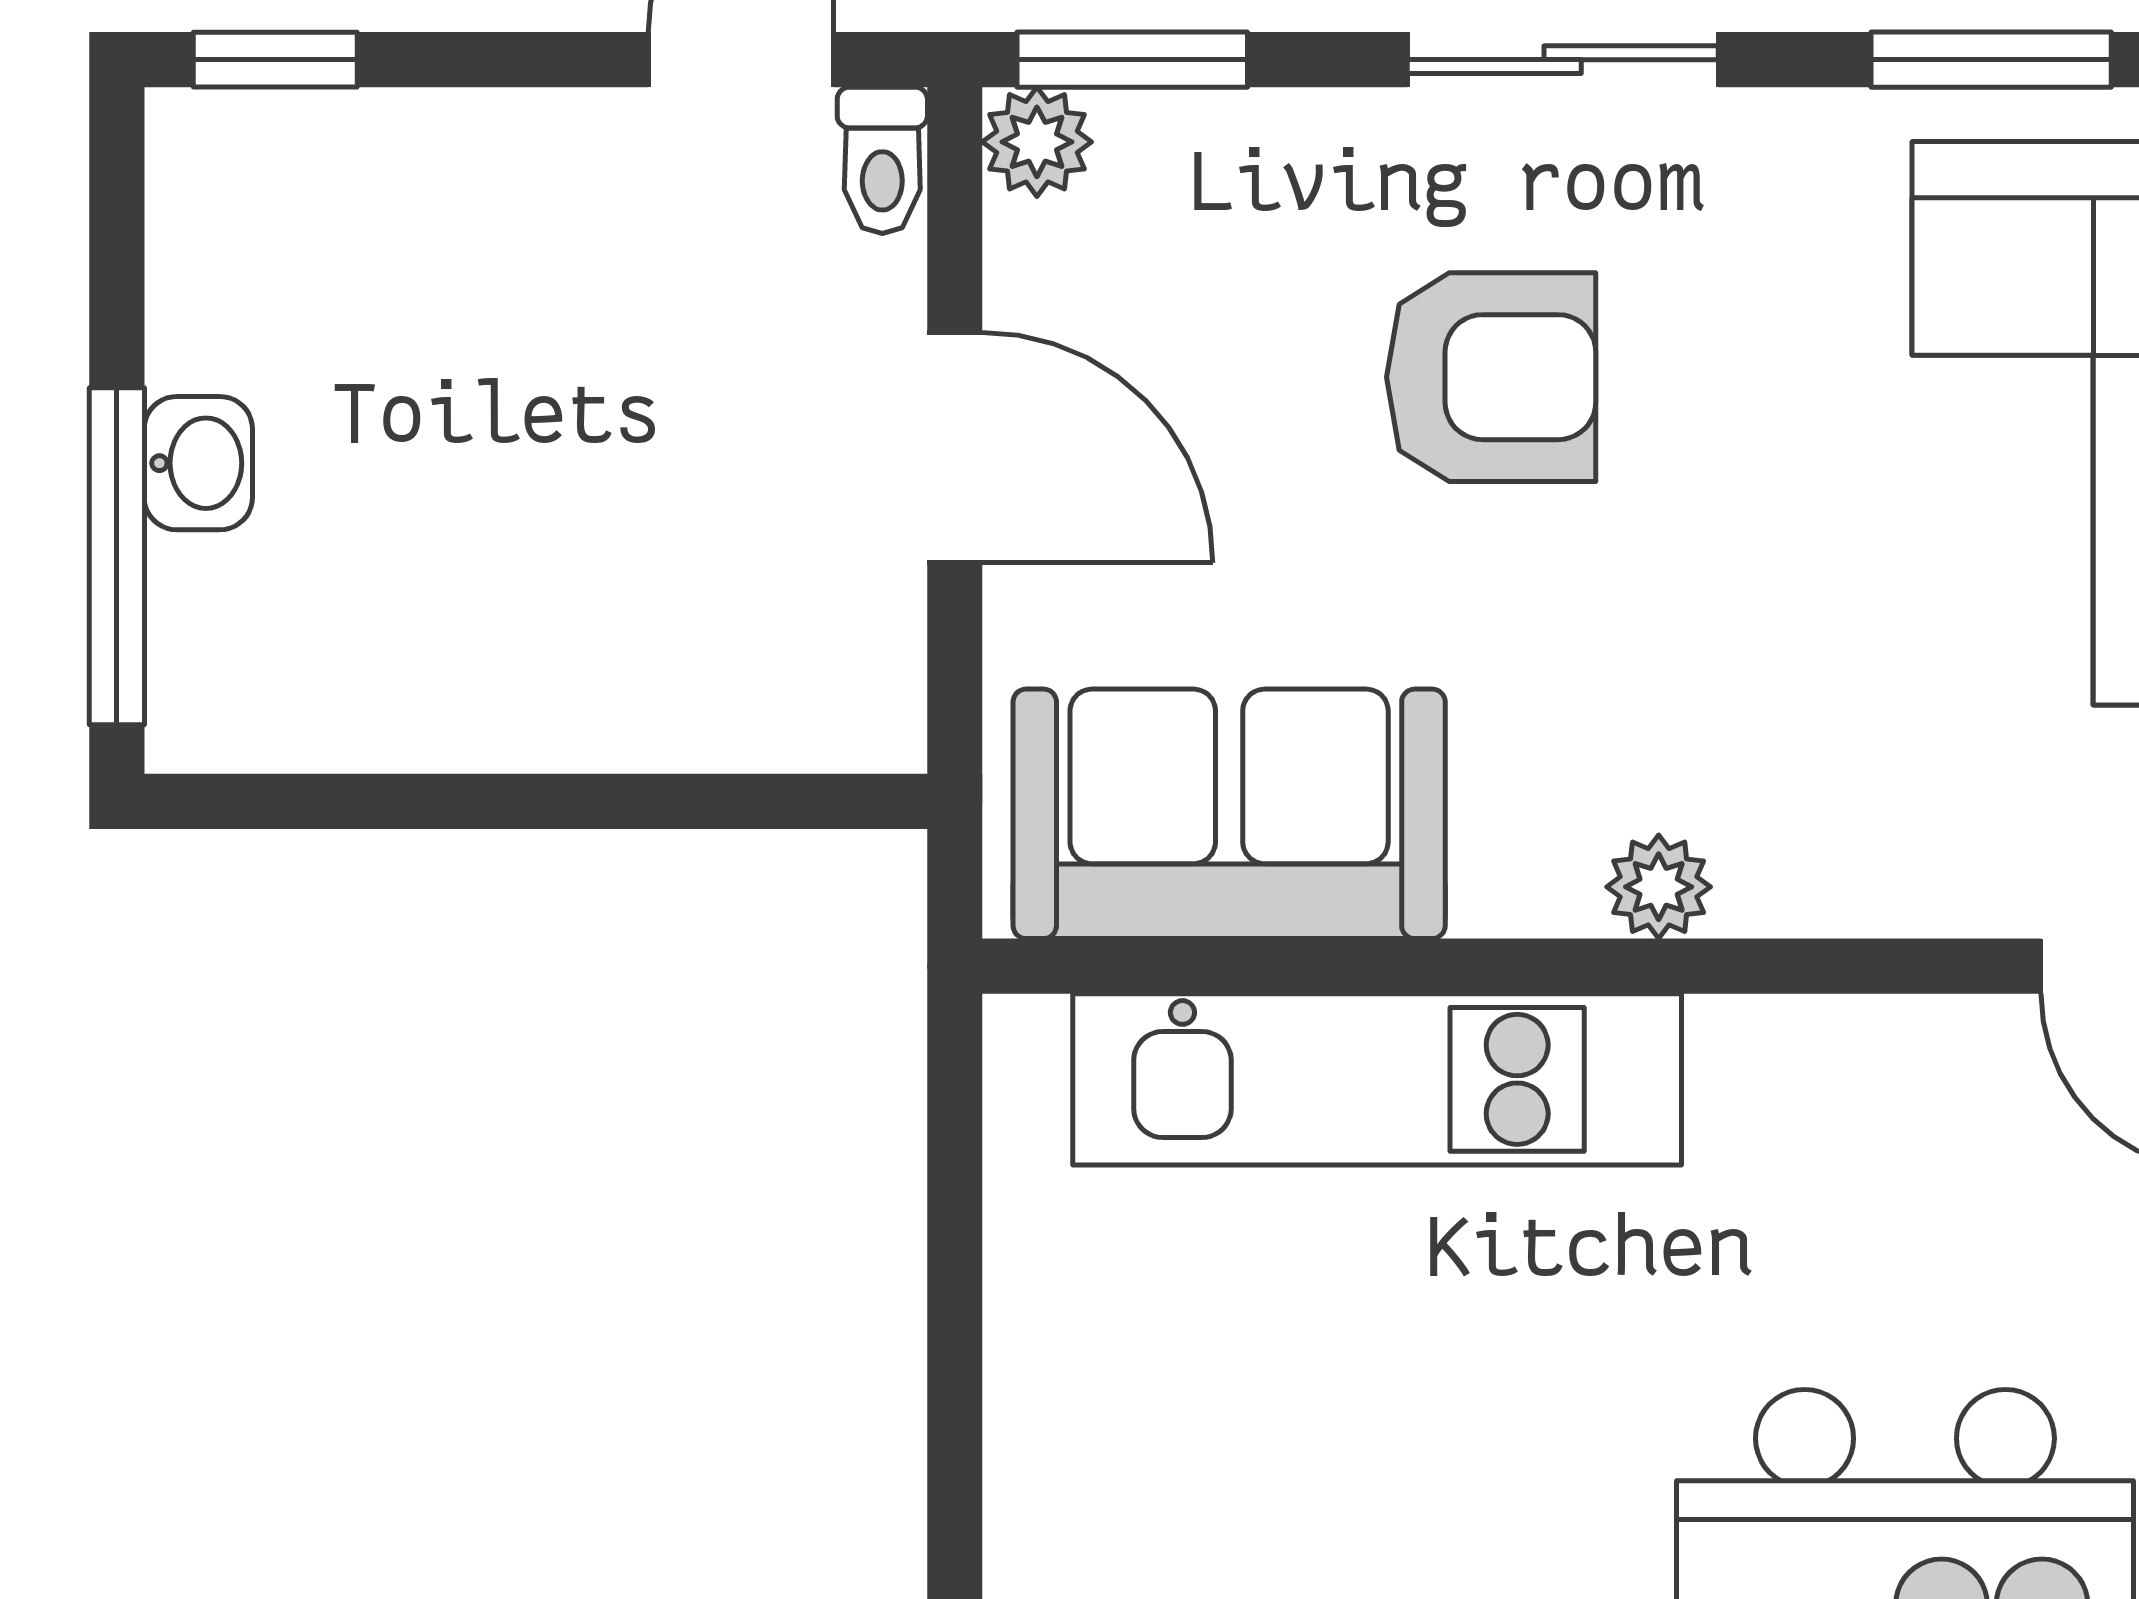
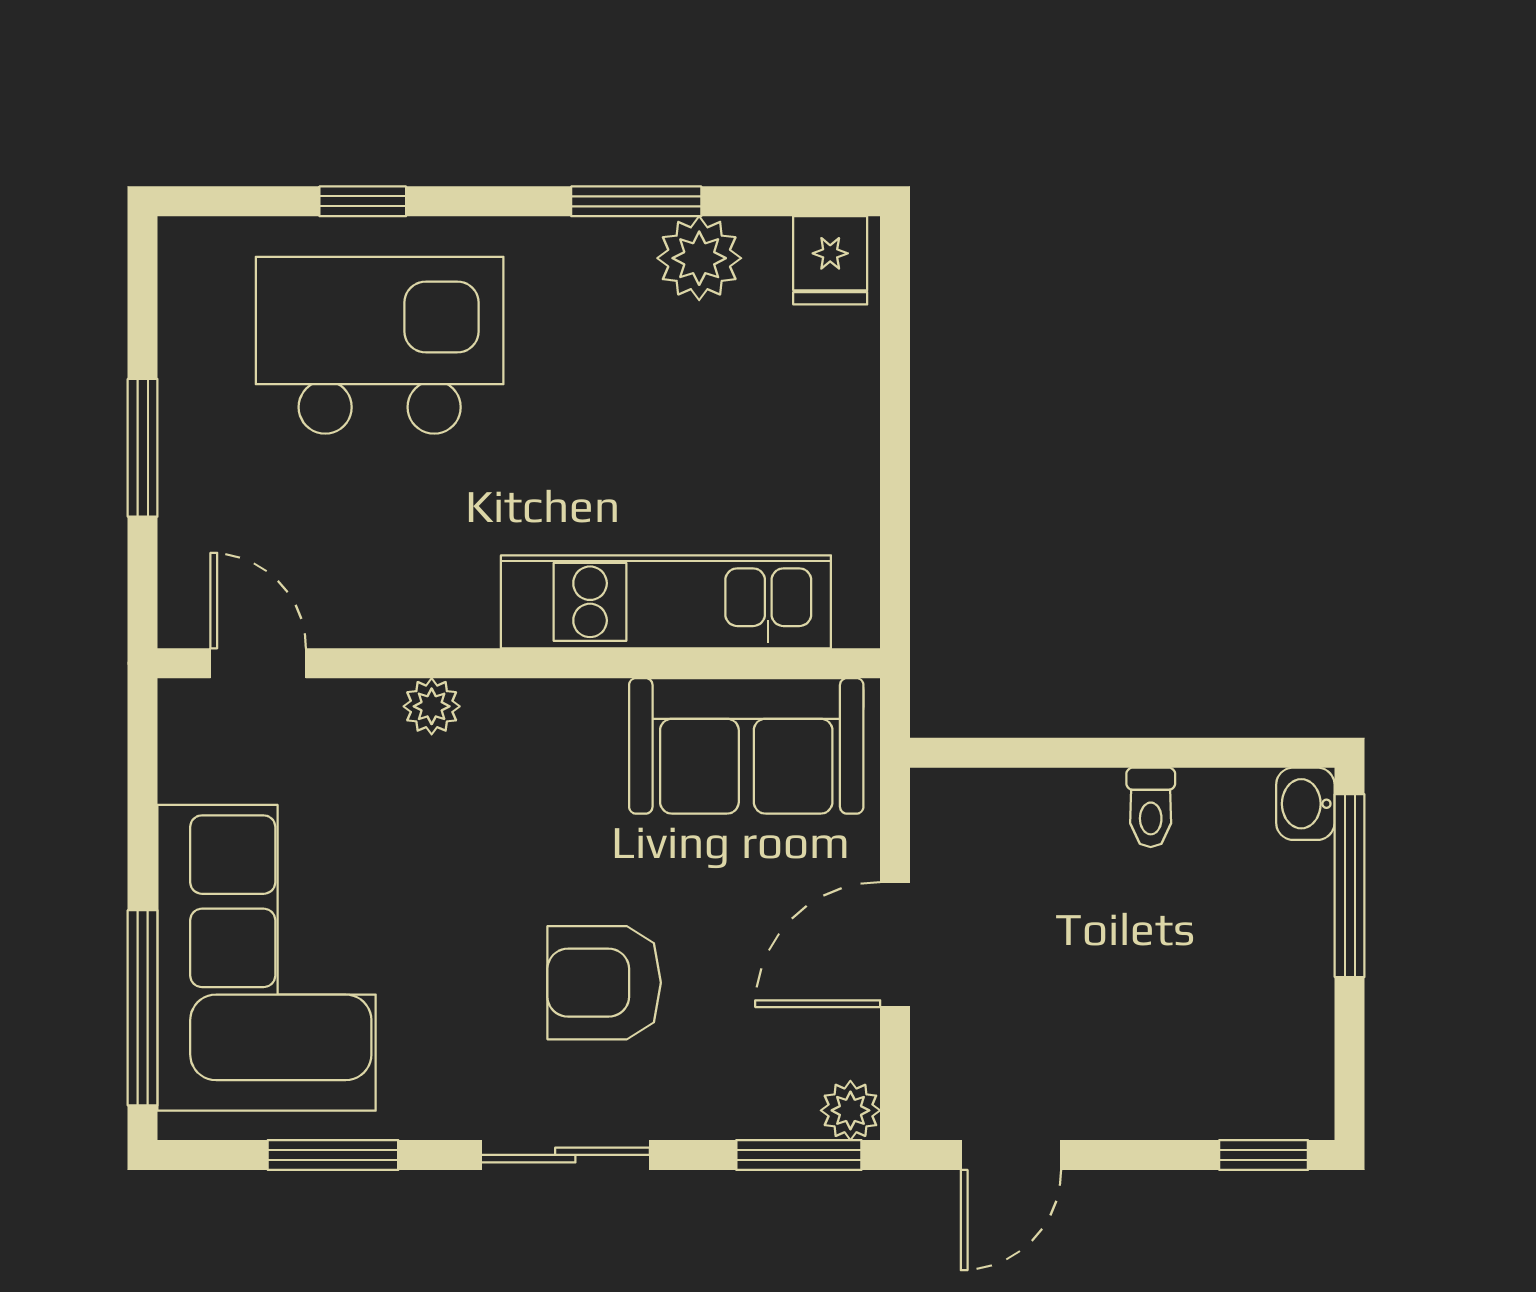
toilet: (882, 160) -> (1151, 807), moved, turned 180
door: (955, 448) -> (895, 945), hinge flipped
washbasin: (198, 463) -> (1305, 804), moved
plant: (1659, 887) -> (432, 706), moved

